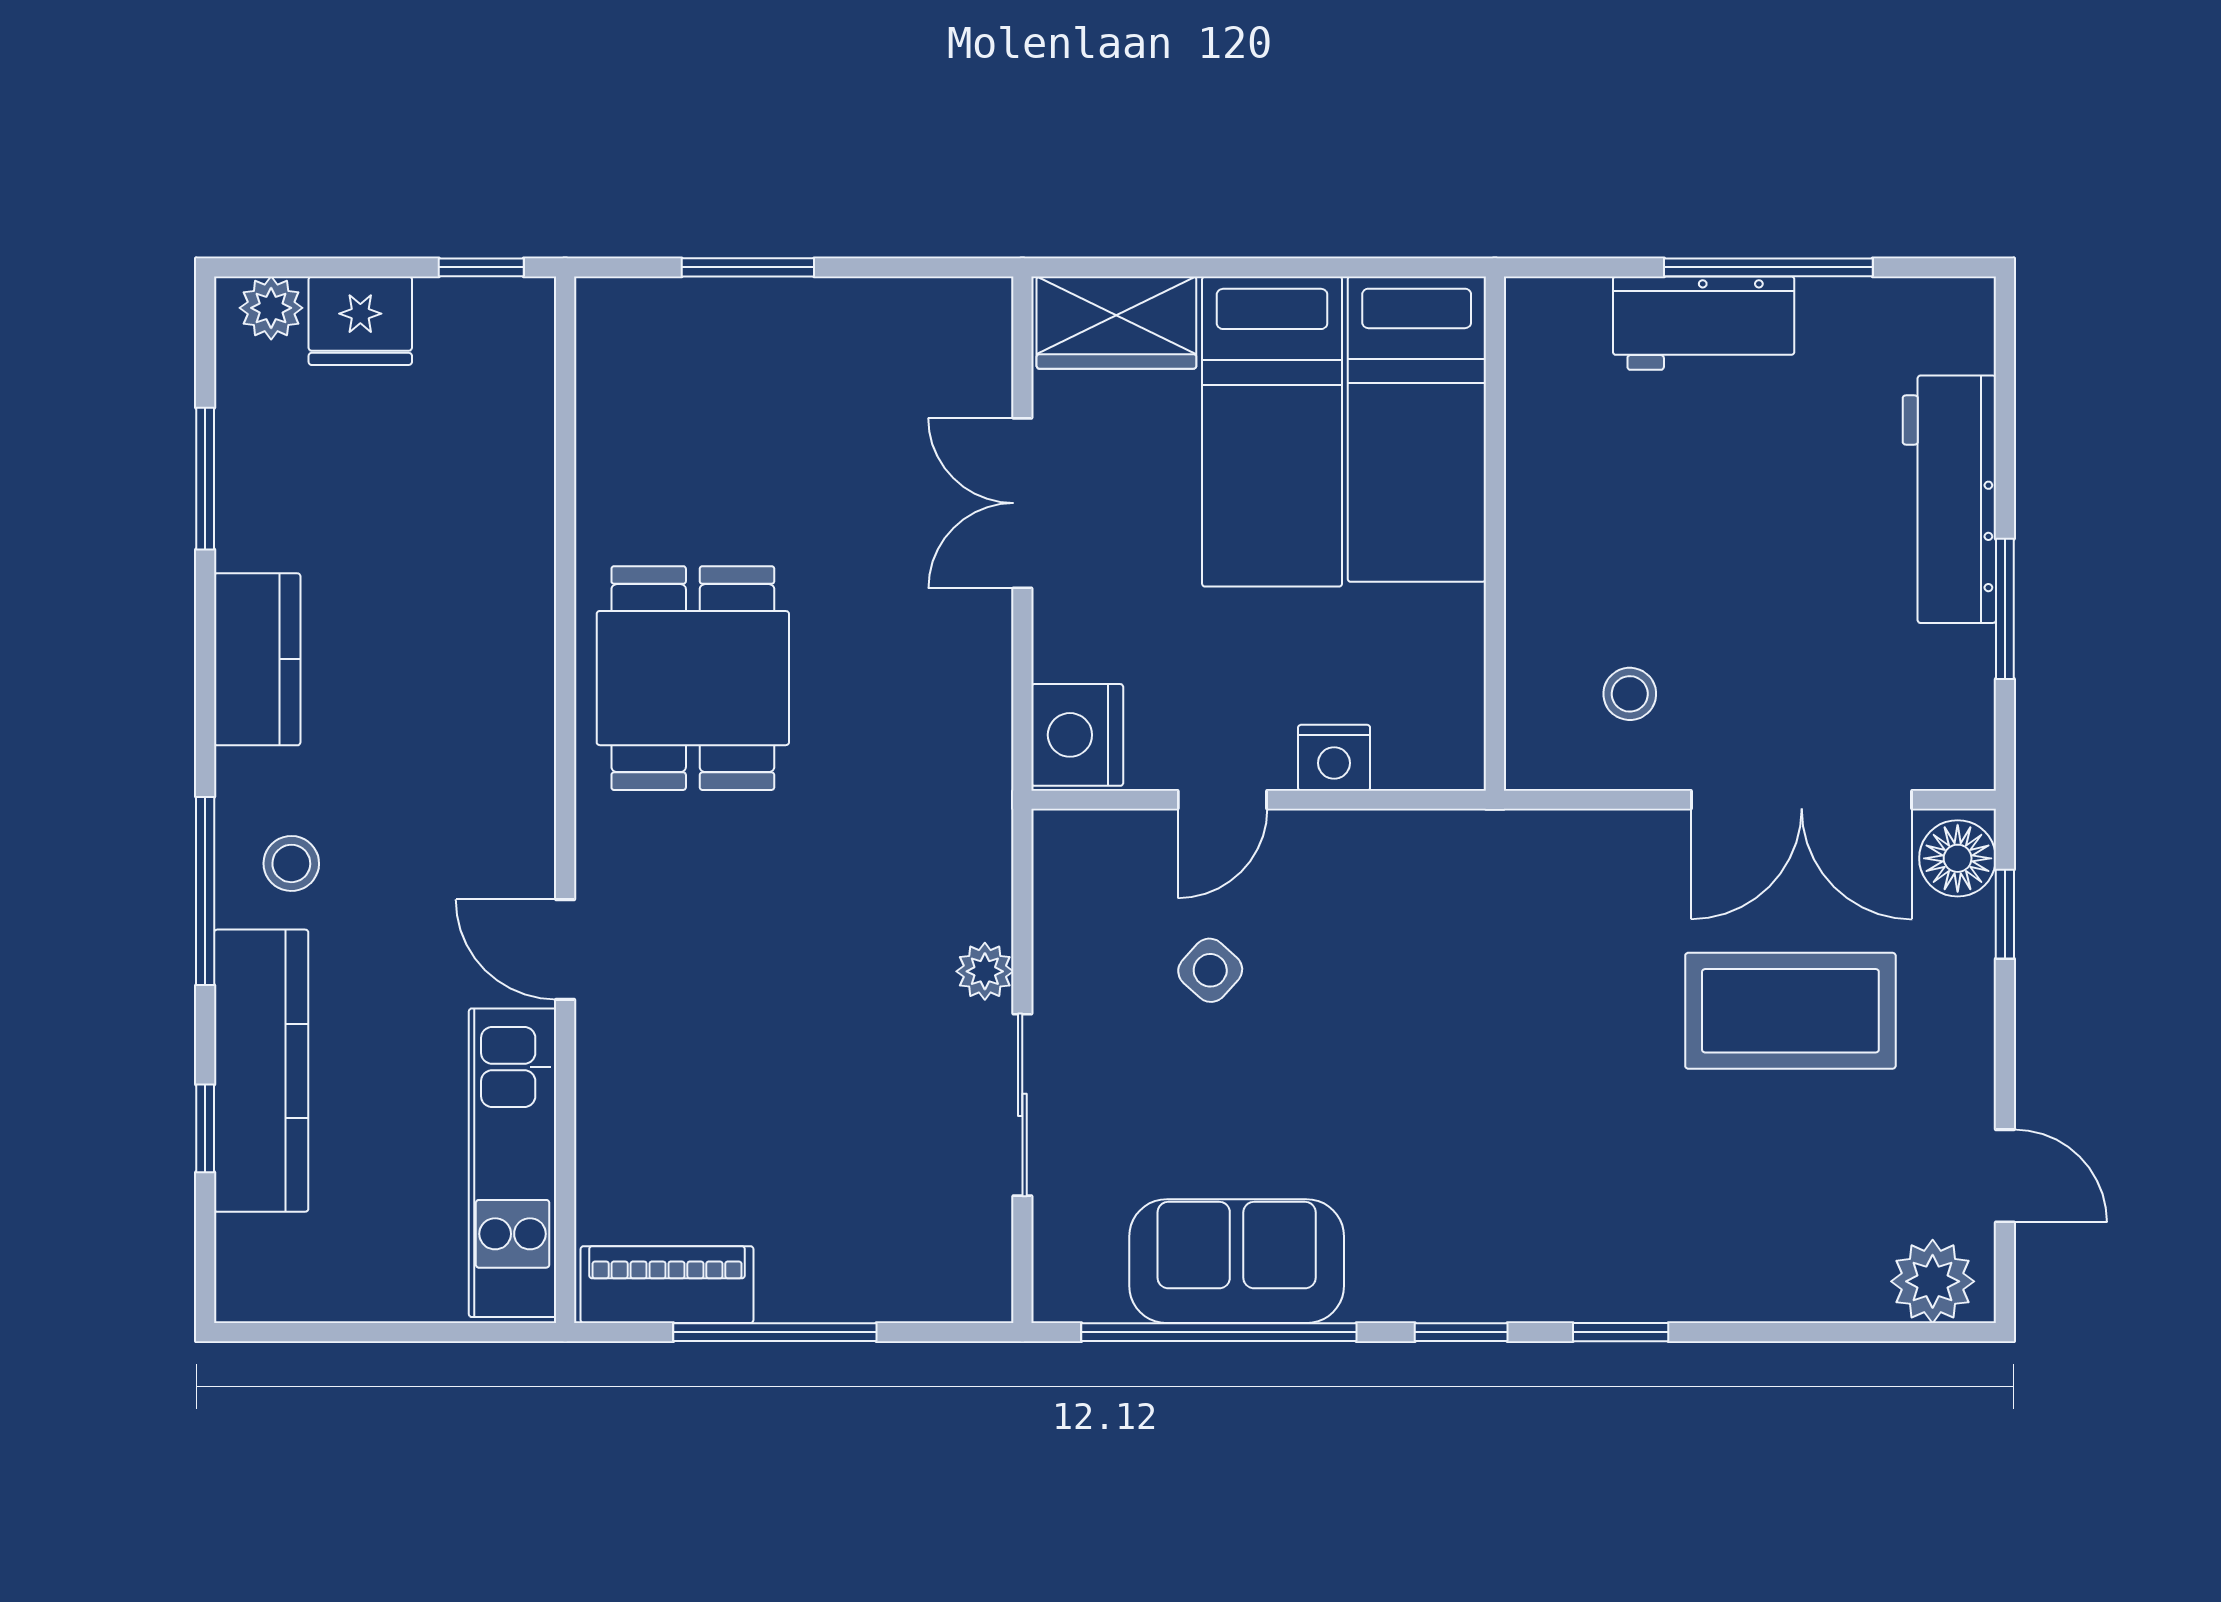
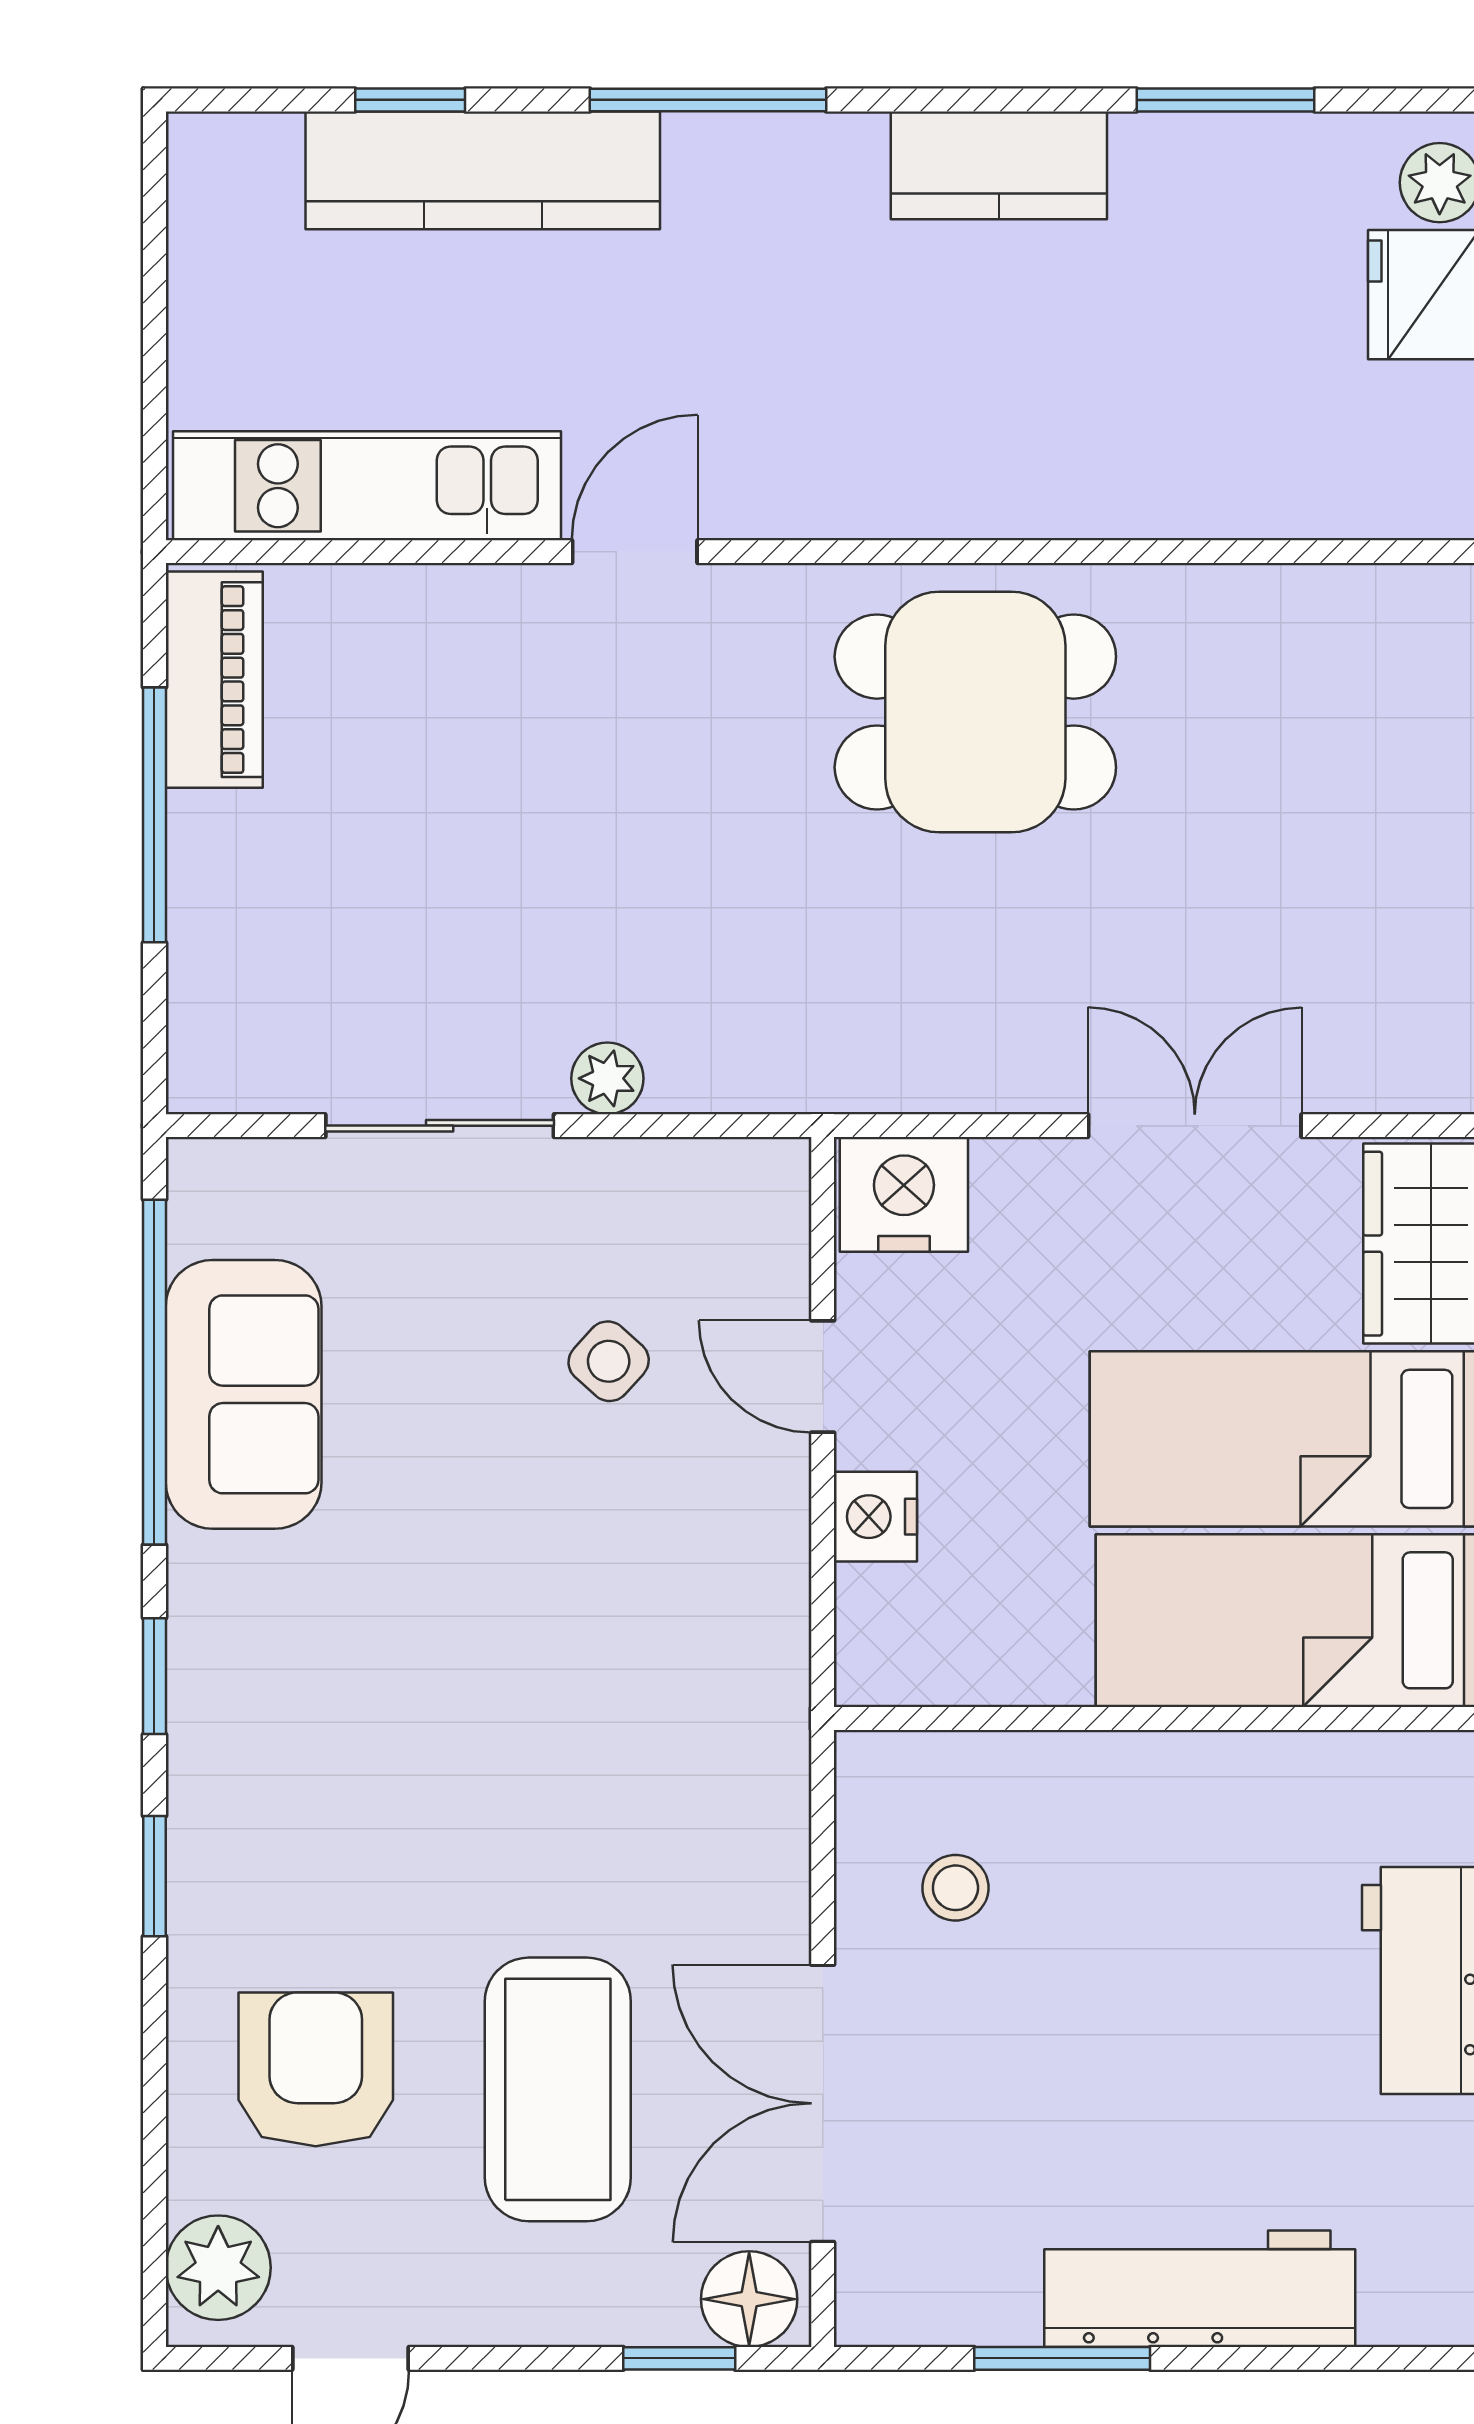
stool: (291, 863) -> (743, 208), removed
armchair: (1774, 1204) -> (316, 2069), added

